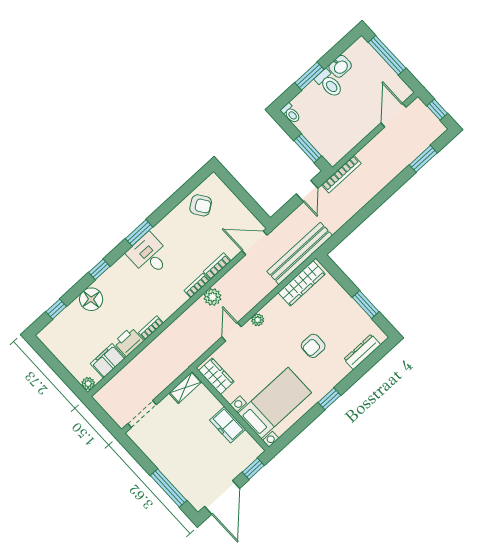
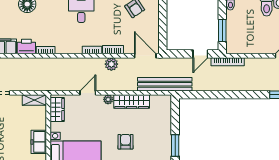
wardrobe: (302, 283) -> (132, 102), moved
plant: (212, 297) -> (111, 64), moved
armchair: (313, 346) -> (125, 142), turned 90

